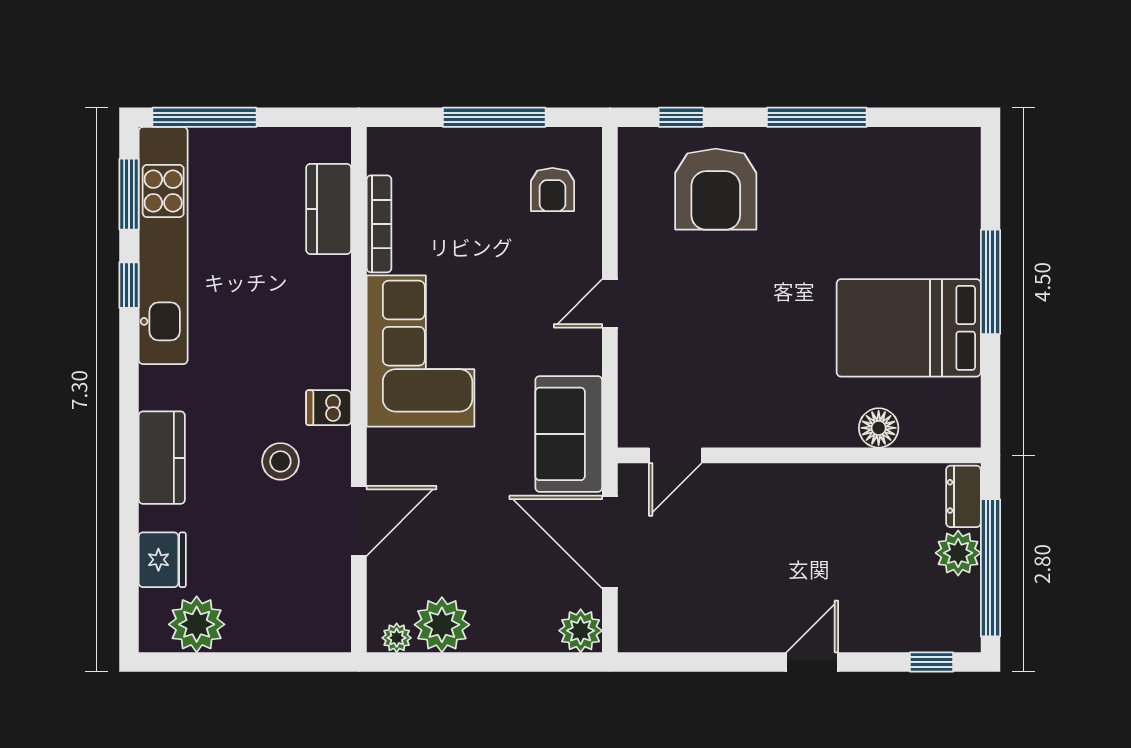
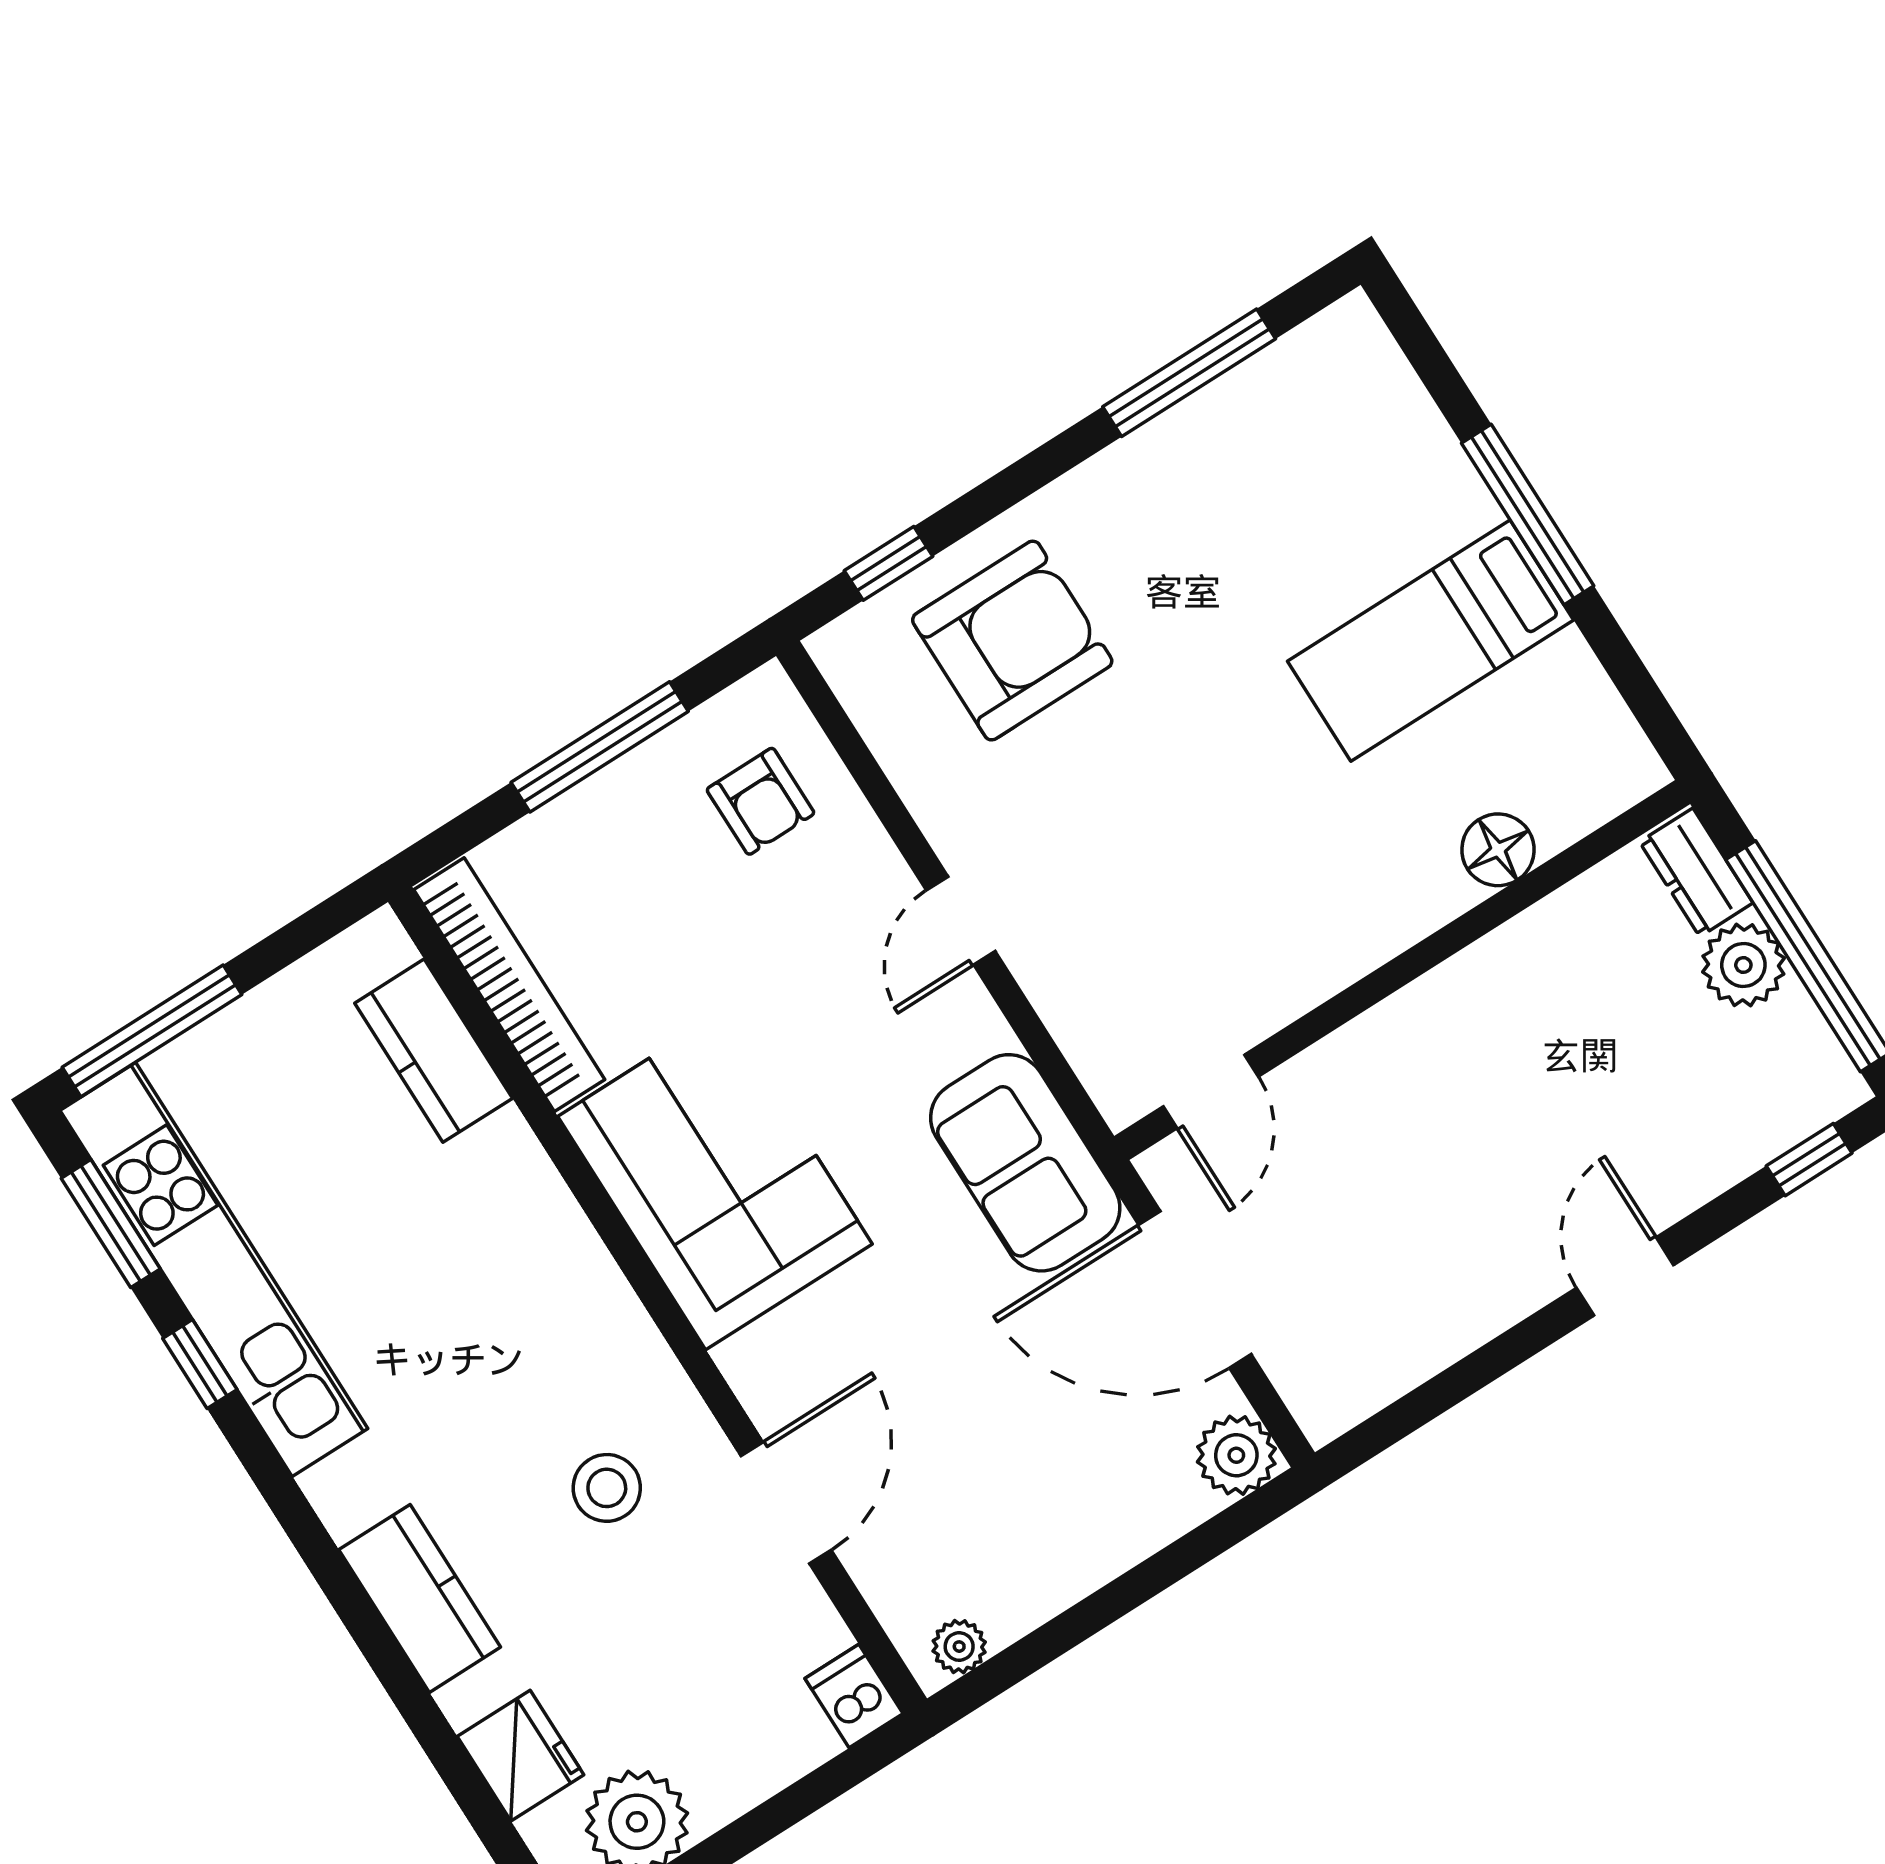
window: (817, 117) -> (1189, 373), moved
armchair: (716, 189) -> (1012, 641), turned -90
bookcase: (379, 224) -> (509, 985), width x1.48, depth x1.31
bed: (909, 328) -> (1430, 641), width x0.67
dishwasher: (329, 408) -> (854, 1696), moved, turned 90
plant: (442, 625) -> (1016, 1582), removed

